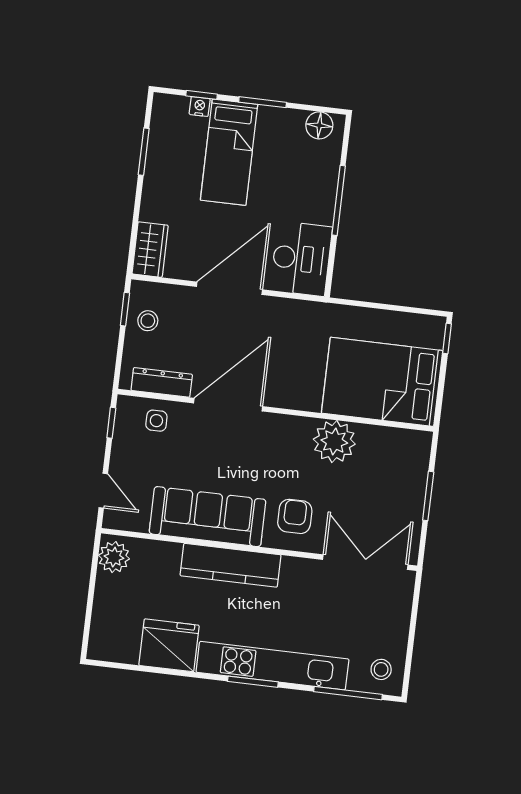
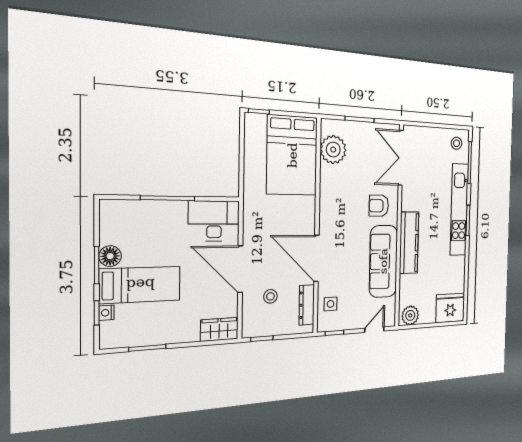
floor lamp: (319, 125) -> (110, 256), moved
stool: (148, 321) -> (270, 296), moved
plant: (334, 442) -> (333, 150), moved
fridge: (169, 645) -> (450, 308), moved, turned 90

